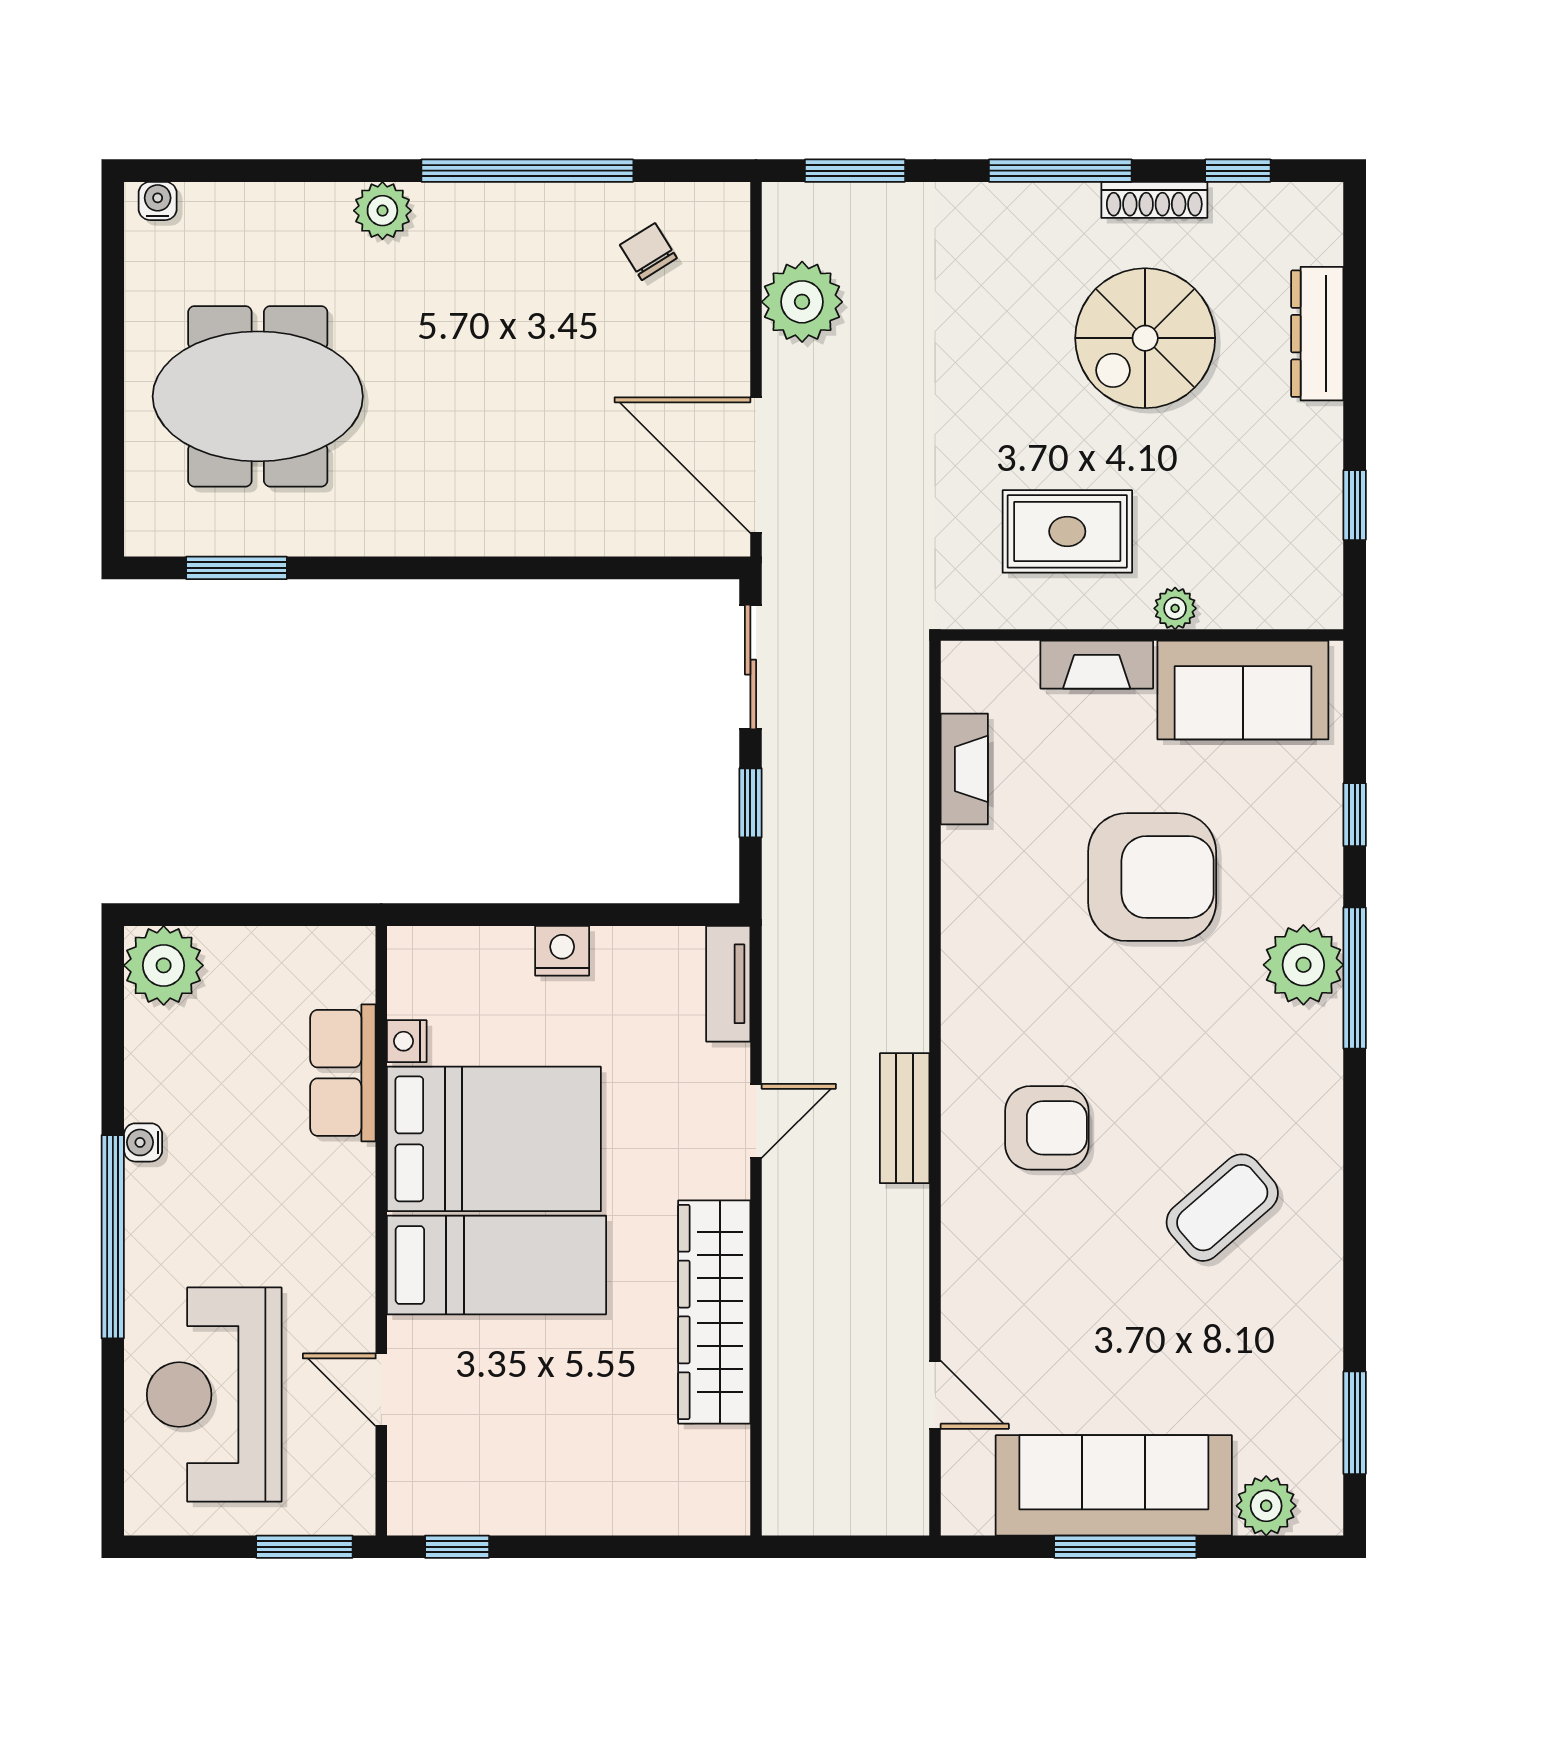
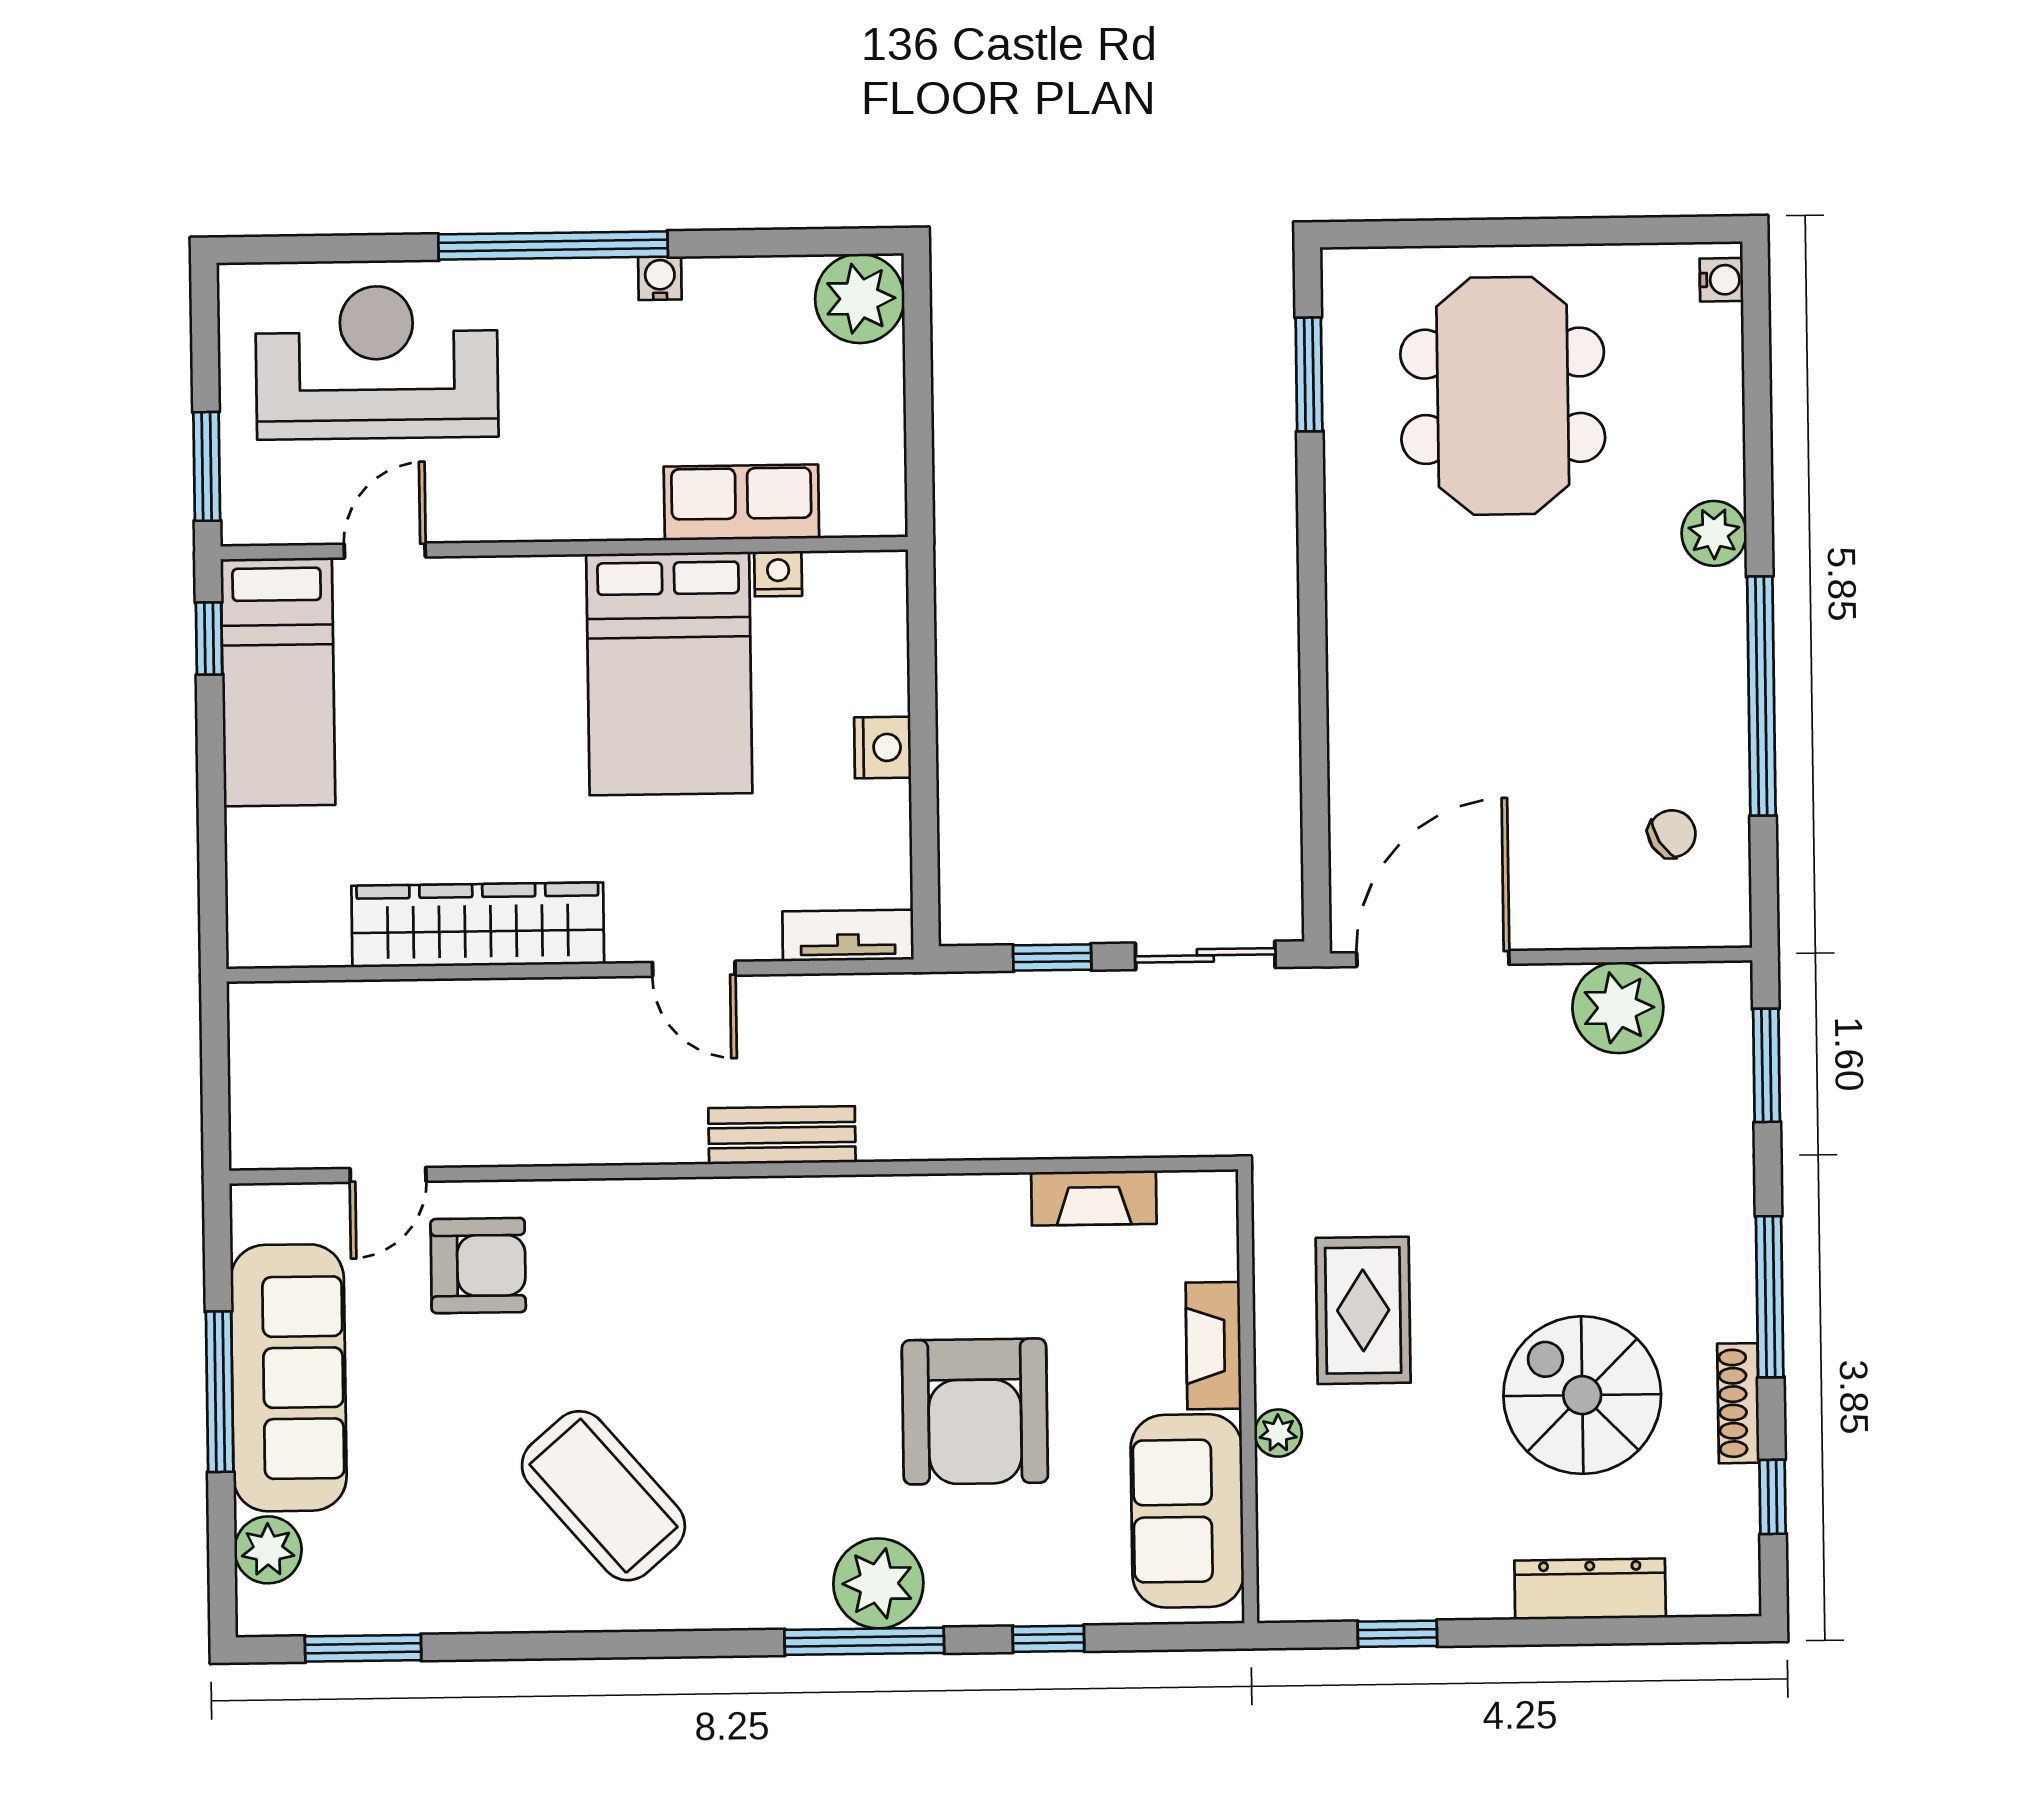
bench: (905, 1118) -> (782, 1135), moved
armchair: (1047, 1128) -> (478, 1266), moved, turned -90
coffee table: (1222, 1208) -> (603, 1496), width x1.36, depth x1.32
bed: (497, 1265) -> (278, 682), moved

